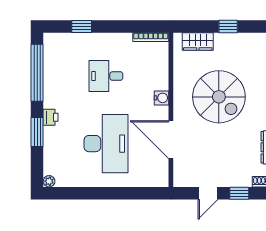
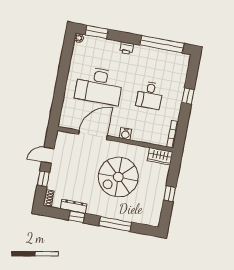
window: (82, 26) -> (188, 96), moved
wardrobe: (198, 41) -> (160, 156), moved, turned -90
desk: (106, 76) -> (150, 95), turned 180
window: (37, 132) -> (97, 32), moved
door: (208, 193) -> (48, 155), hinge flipped

